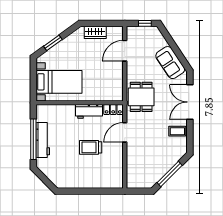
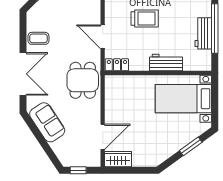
wardrobe: (95, 32) -> (118, 159), moved
workbench: (89, 111) -> (166, 63), moved
door: (125, 132) -> (103, 37), swing flipped
workbench: (43, 140) -> (203, 33), width x0.73

